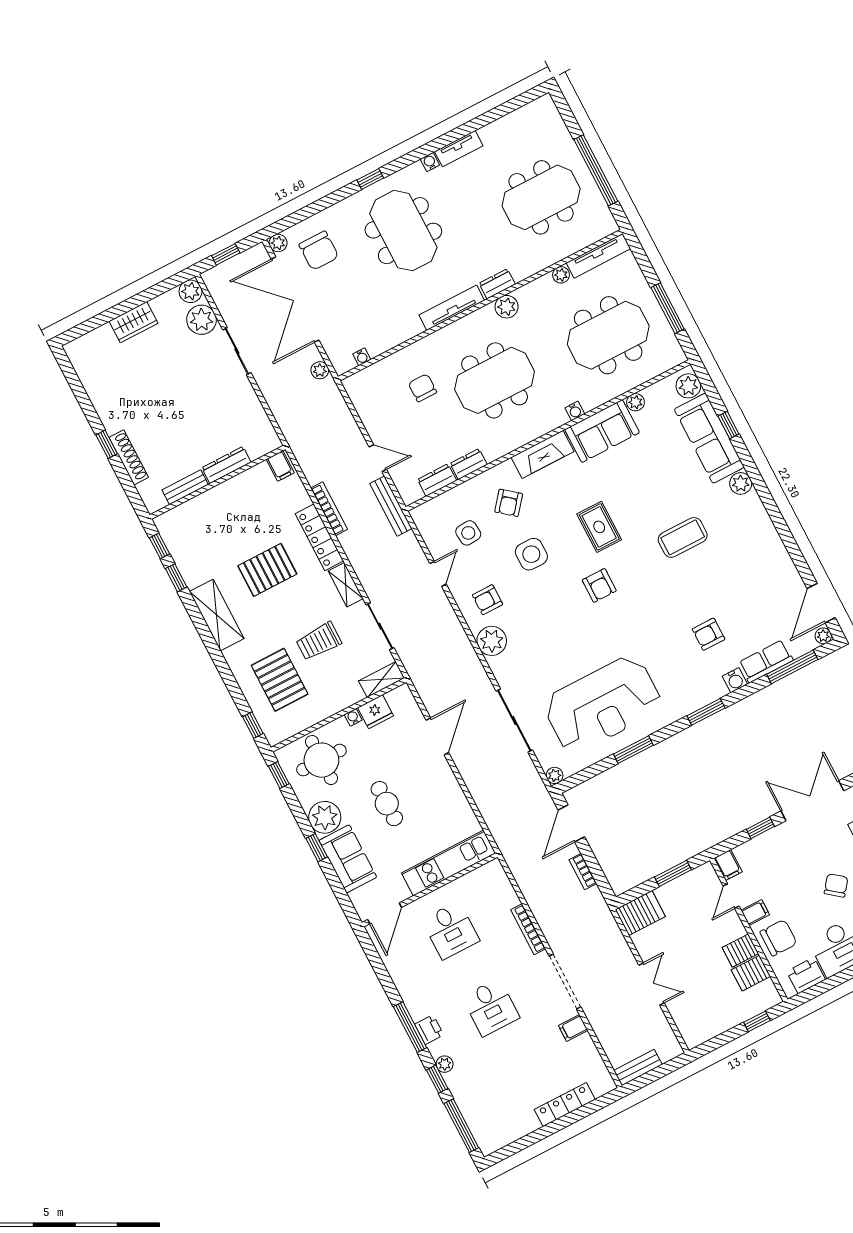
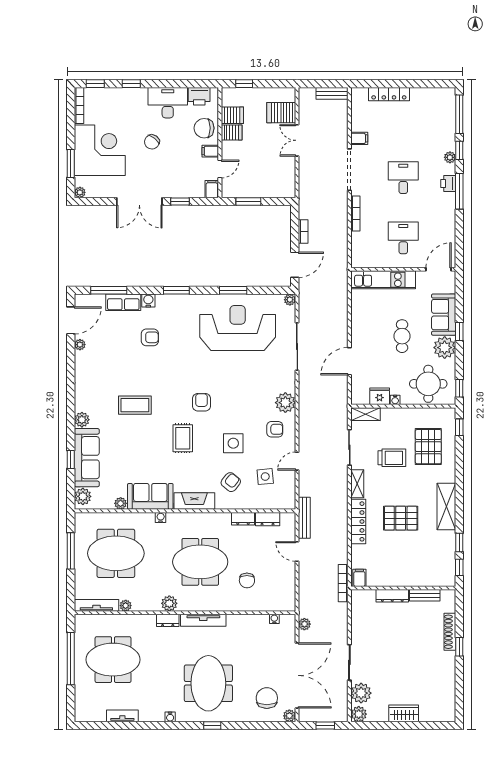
tv unit: (459, 149) -> (122, 716), moved
bookcase: (329, 509) -> (343, 583), moved
plant: (823, 636) -> (80, 345), moved
server rack: (640, 913) -> (281, 113), moved

